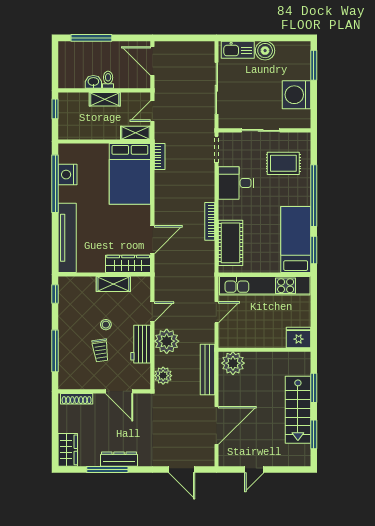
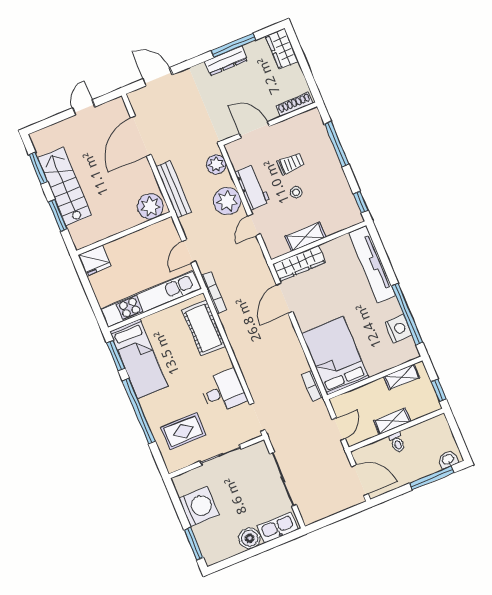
washbasin: (93, 82) -> (448, 460), moved, turned 180
shelving: (135, 133) -> (402, 377), moved
bookcase: (210, 221) -> (214, 293), moved
trolley: (100, 350) -> (291, 164), turned 98

